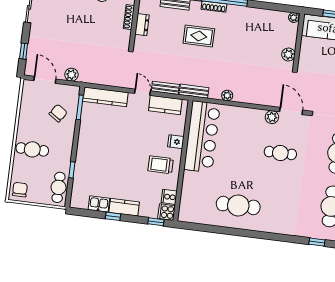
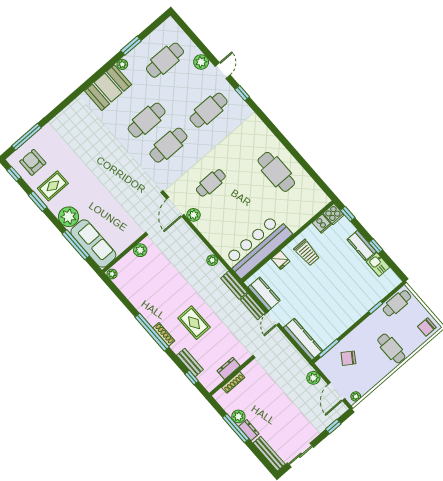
plant: (27, 89) -> (356, 396), added
cafe table: (280, 153) -> (211, 183), turned 90

